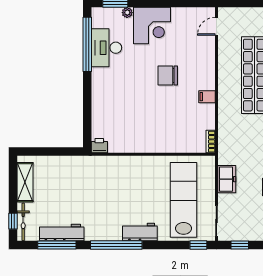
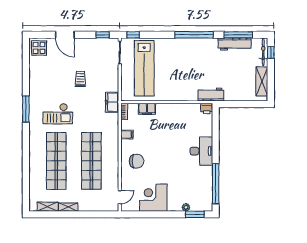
corner desk: (152, 26) -> (153, 198), moved
desk: (106, 48) -> (201, 151), moved
chair: (168, 76) -> (137, 161), moved
filing cabinet: (207, 97) -> (127, 135), moved
filing cabinet: (180, 145) -> (147, 109), added
freezer: (227, 179) -> (112, 102), moved
workbench: (140, 232) -> (211, 94), moved, turned 180

